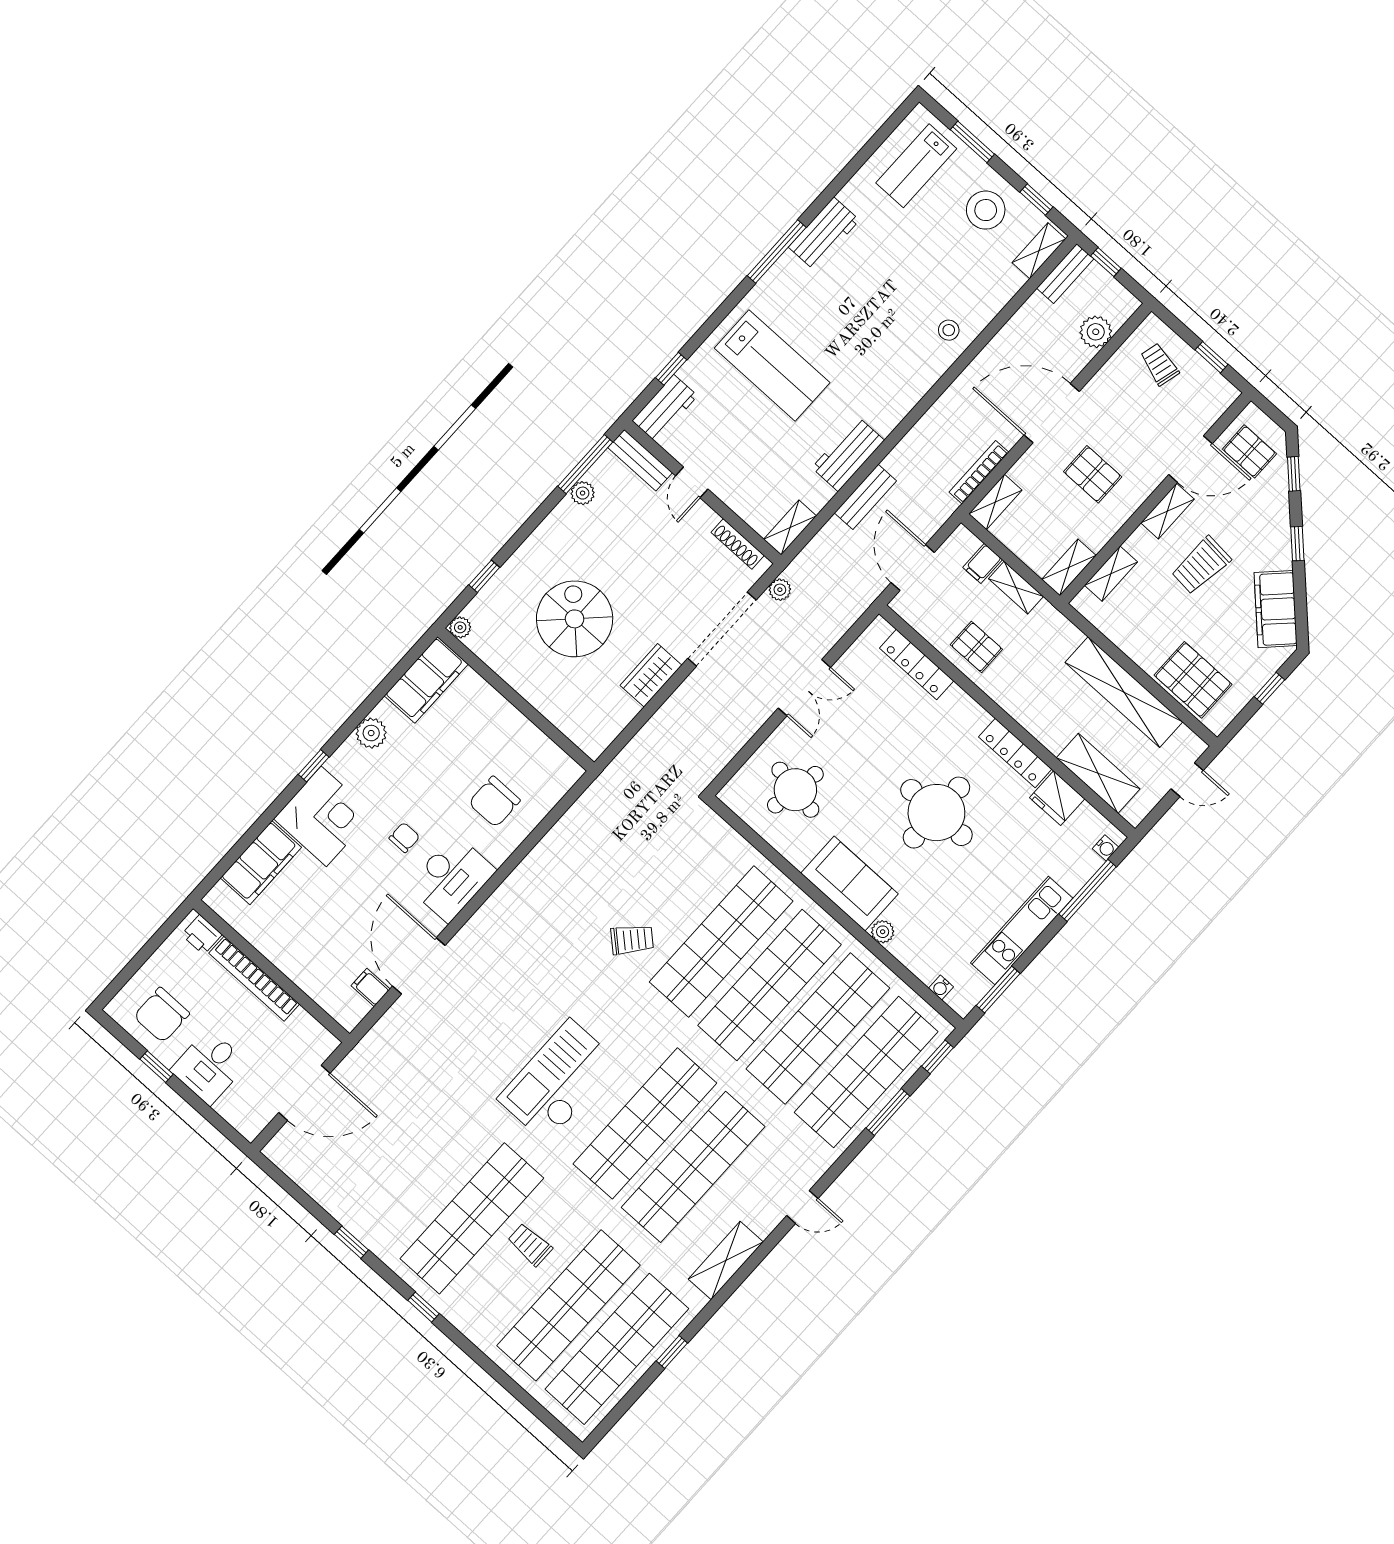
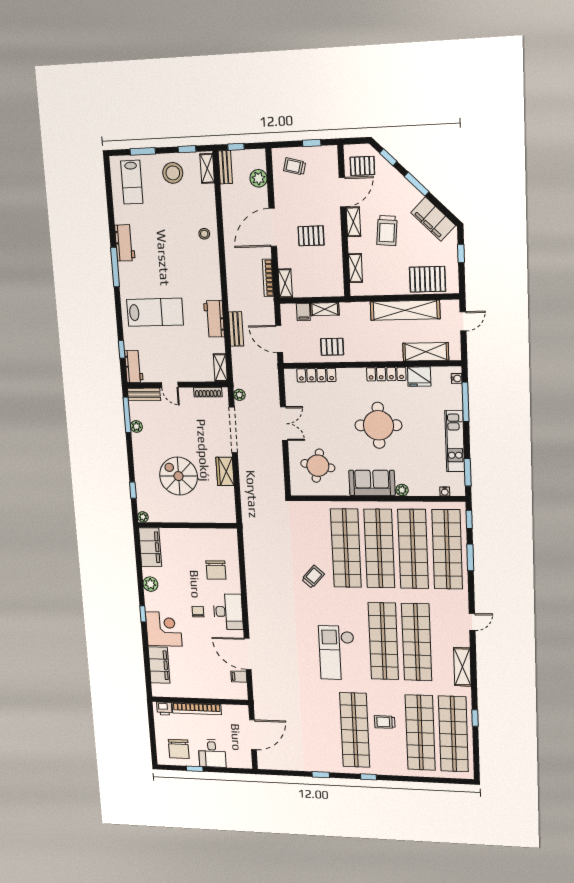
window: (1297, 544) -> (417, 184), width x1.50
shelving: (1069, 567) -> (337, 282), removed

